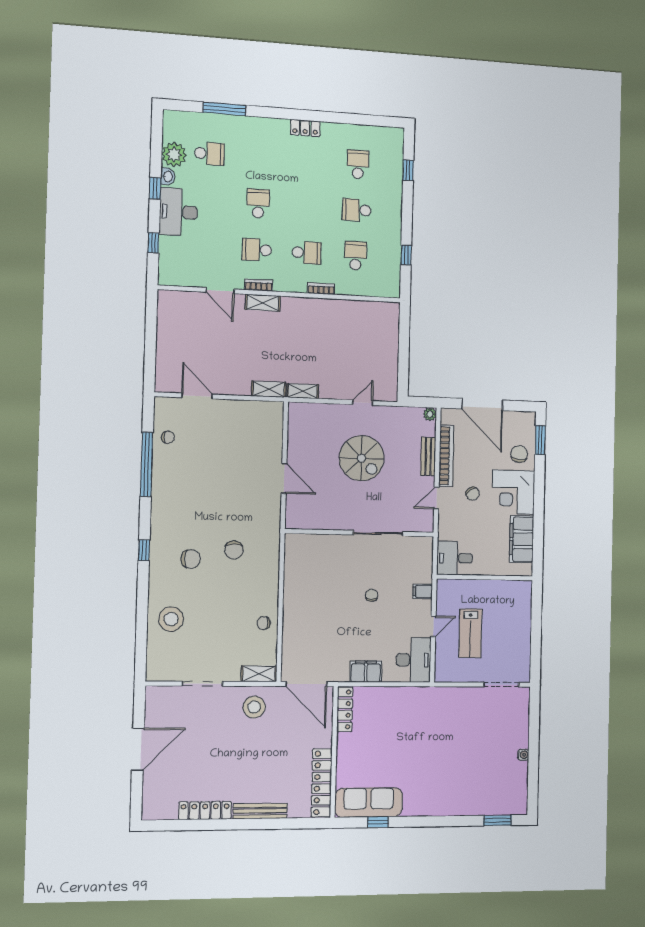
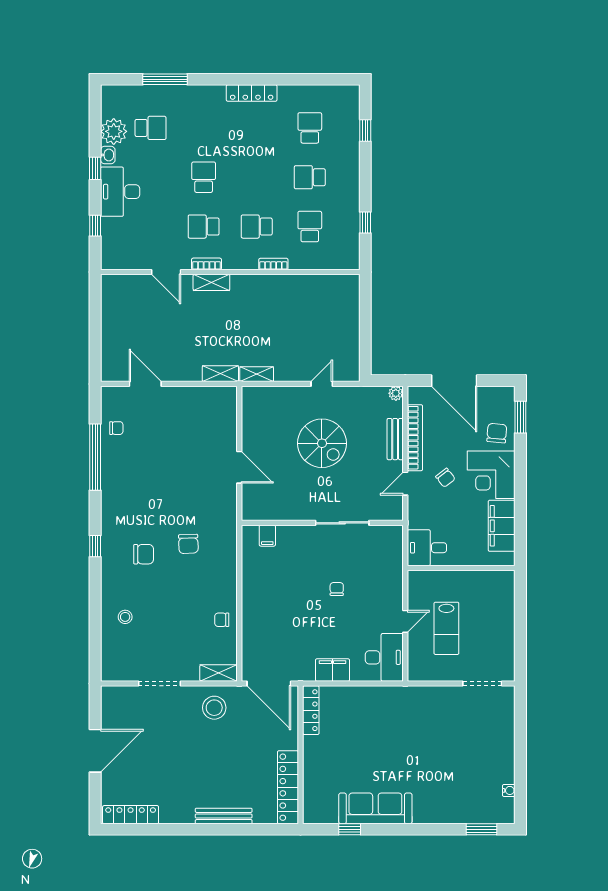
locker: (305, 128) -> (252, 93), width x1.53
school desk: (307, 253) -> (257, 227), turned 180
filing cabinet: (423, 591) -> (267, 536), moved, turned -90
stool: (171, 619) -> (125, 617), width x0.53, depth x0.53
water cooler: (523, 755) -> (509, 790), moved
sofa: (369, 802) -> (375, 808), moved
locker: (205, 811) -> (131, 815), moved

